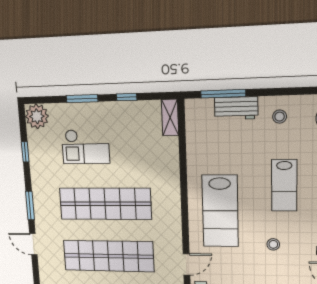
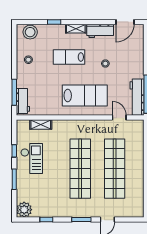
workbench: (236, 108) -> (23, 101), moved
shelving: (170, 117) -> (41, 125), moved
checkout: (86, 147) -> (32, 159), moved
lab bench: (284, 185) -> (69, 57), turned 180

